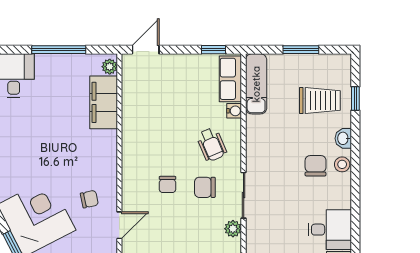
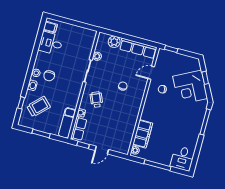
door: (146, 50) -> (102, 150), moved
trolley: (320, 100) -> (39, 107), turned 135
chair: (205, 187) -> (105, 80), removed

